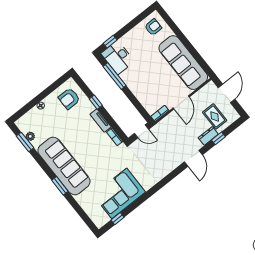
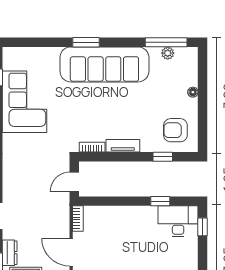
window: (115, 76) -> (160, 201), width x0.46
armchair: (69, 99) -> (175, 130), turned -90
window: (96, 102) -> (163, 157), moved
window: (25, 142) -> (166, 42), width x1.44

